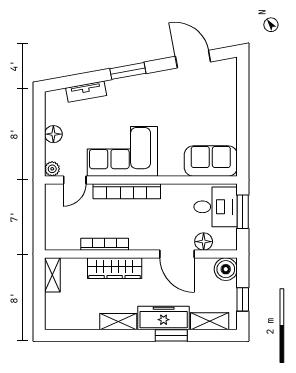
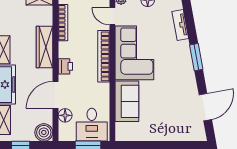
sofa: (211, 161) -> (127, 101), moved
printer: (140, 241) -> (65, 66), added
bookcase: (105, 244) -> (63, 23), moved

